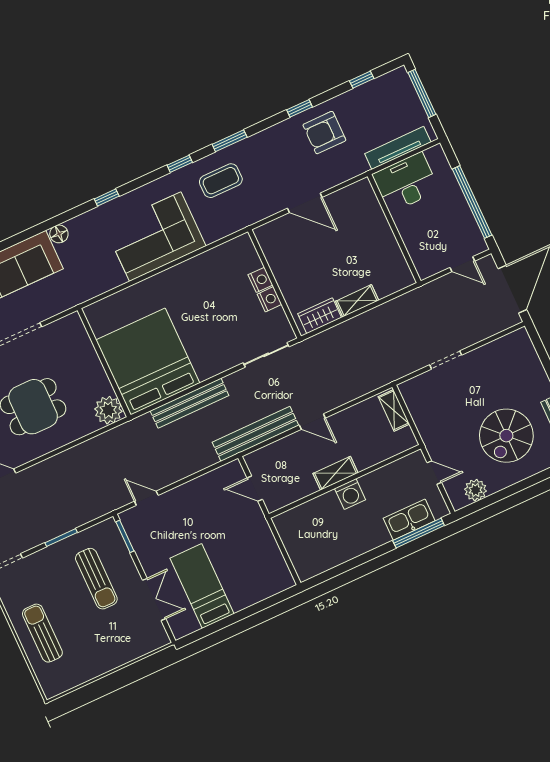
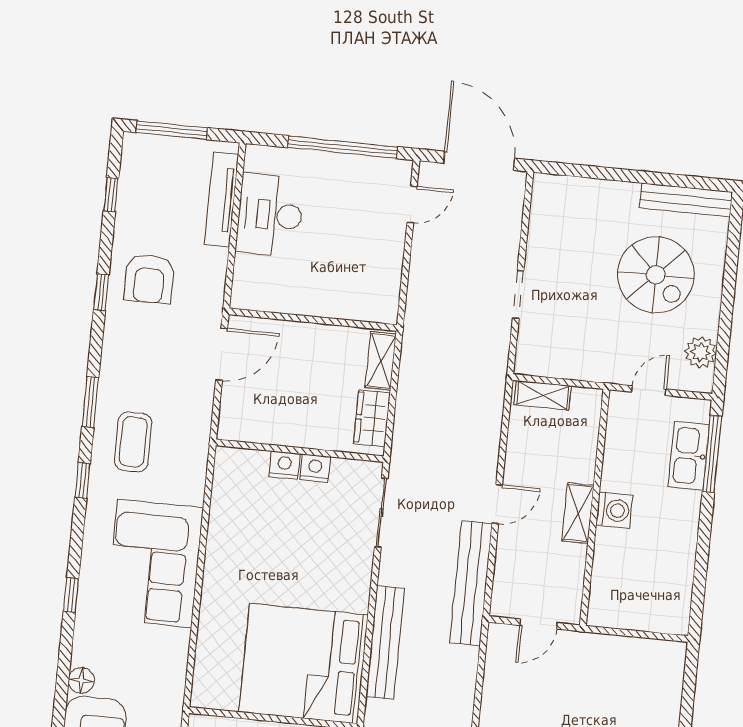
wall: (394, 229) -> (313, 320), moved

